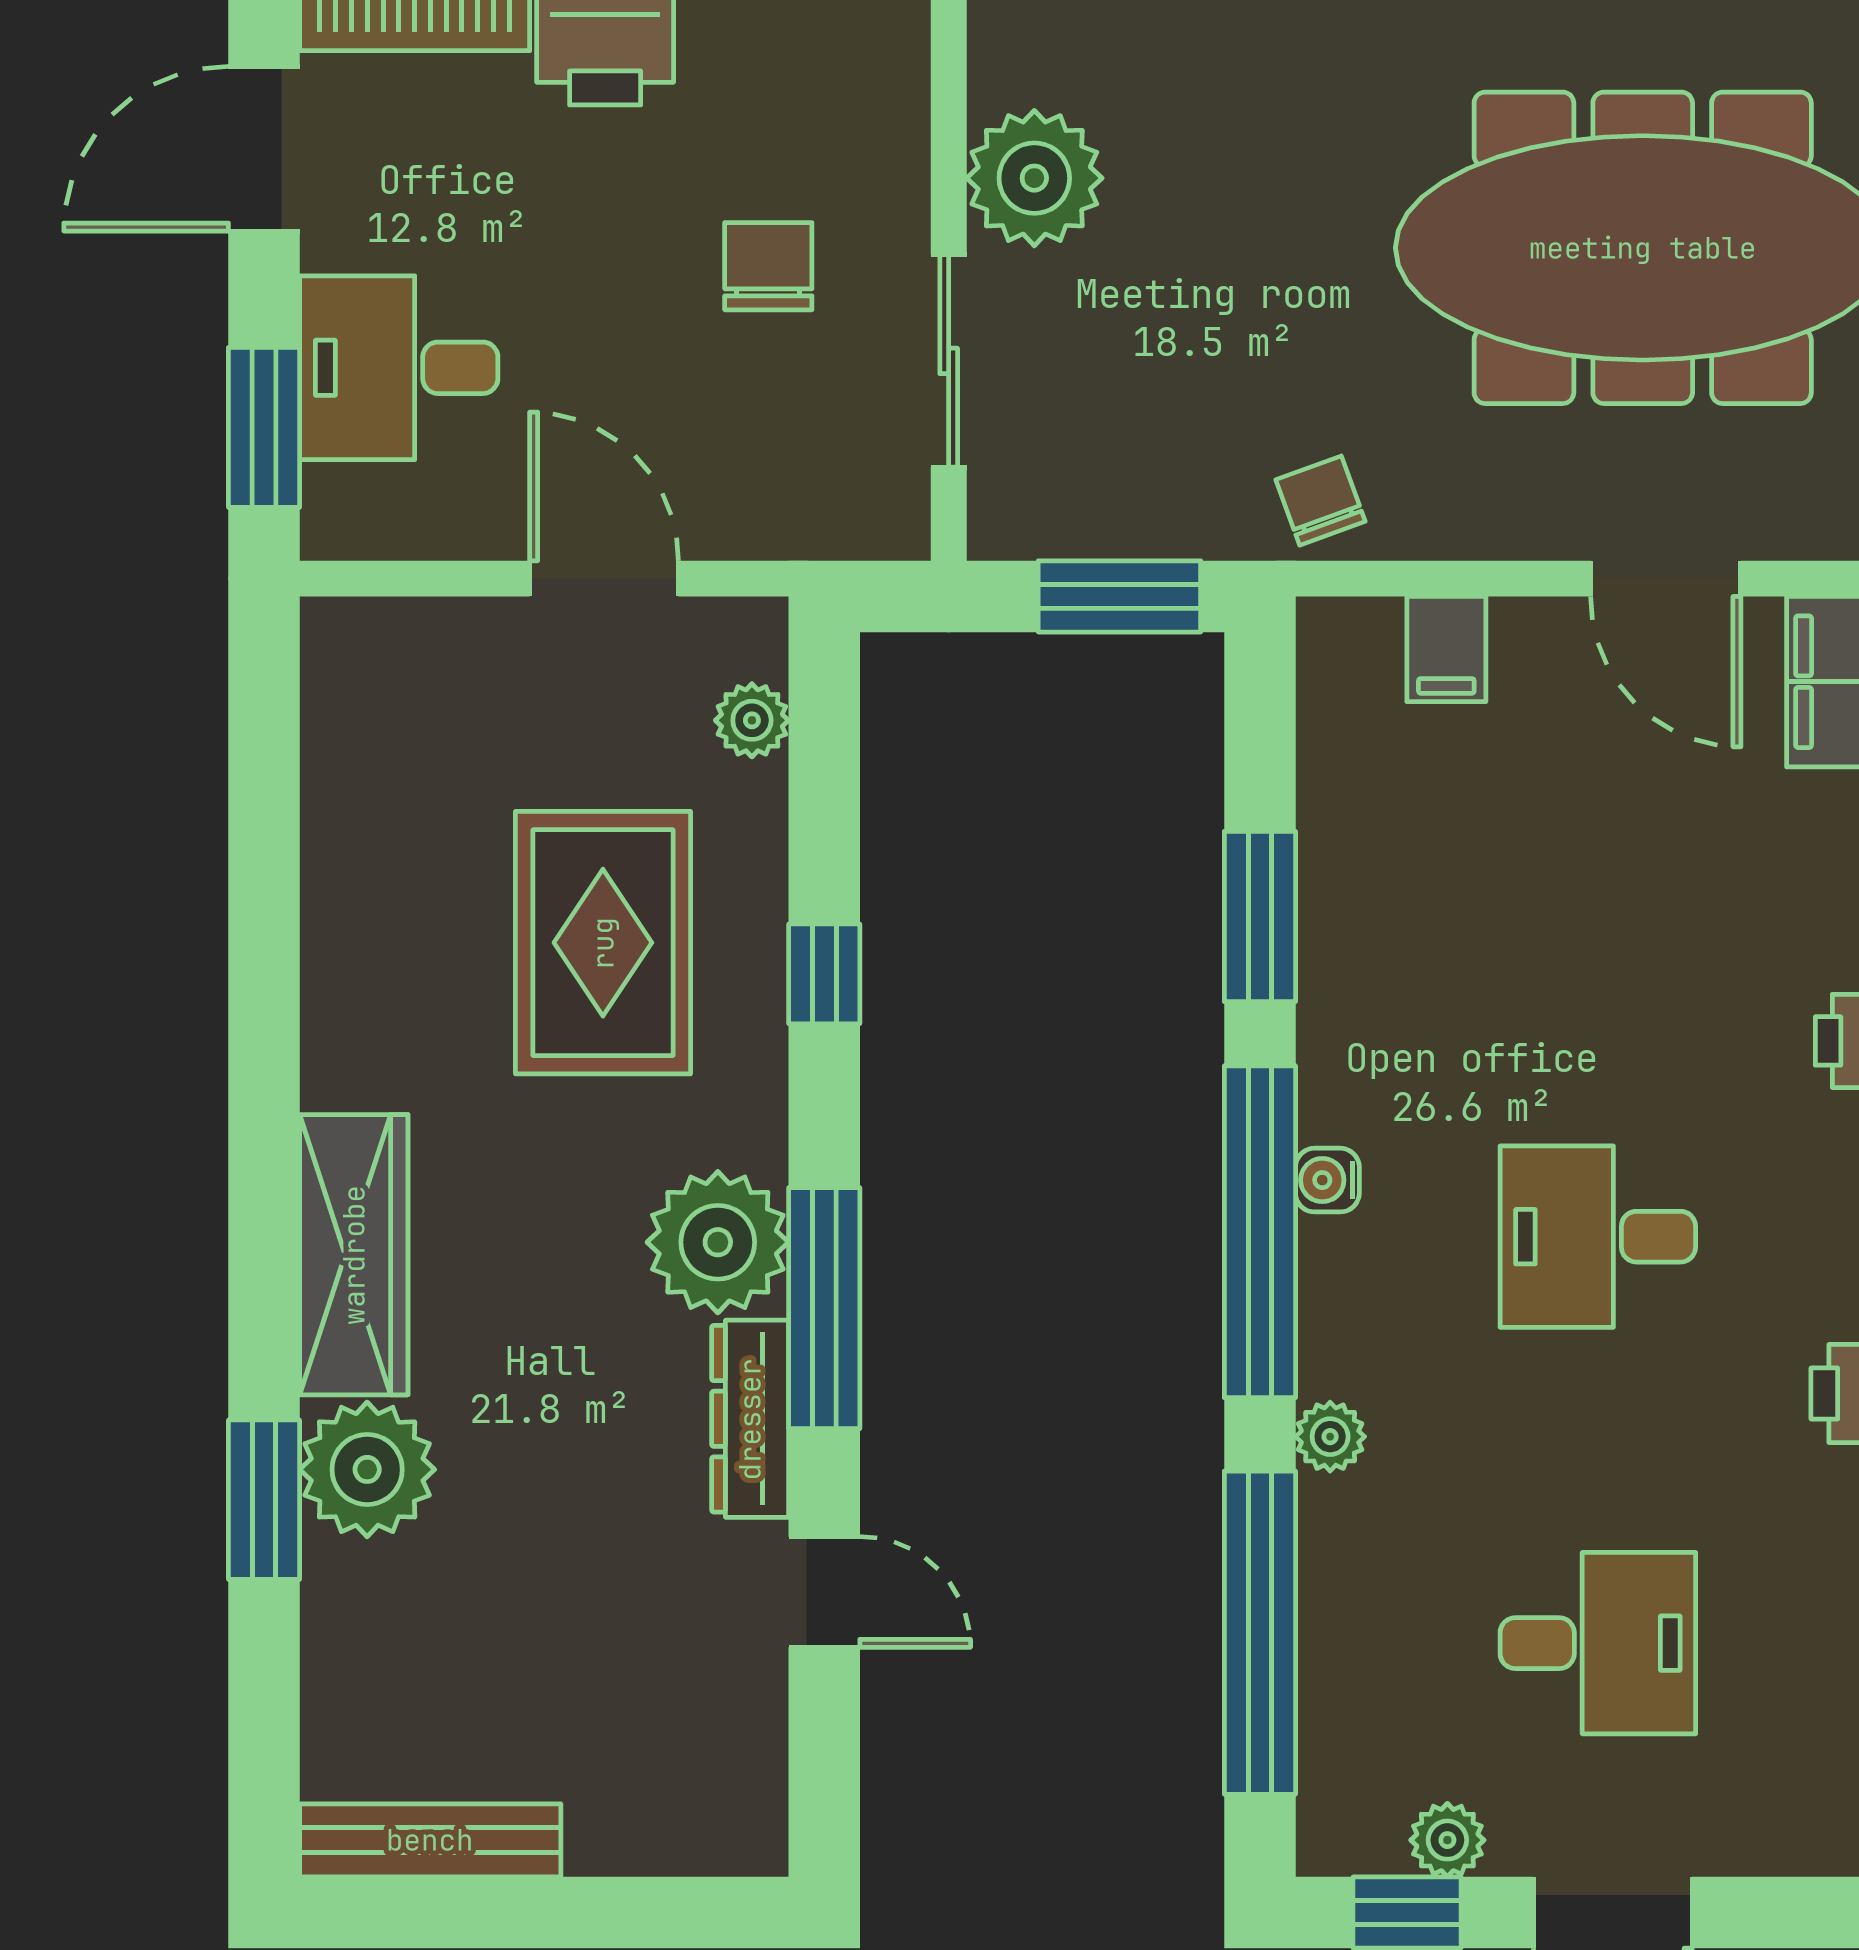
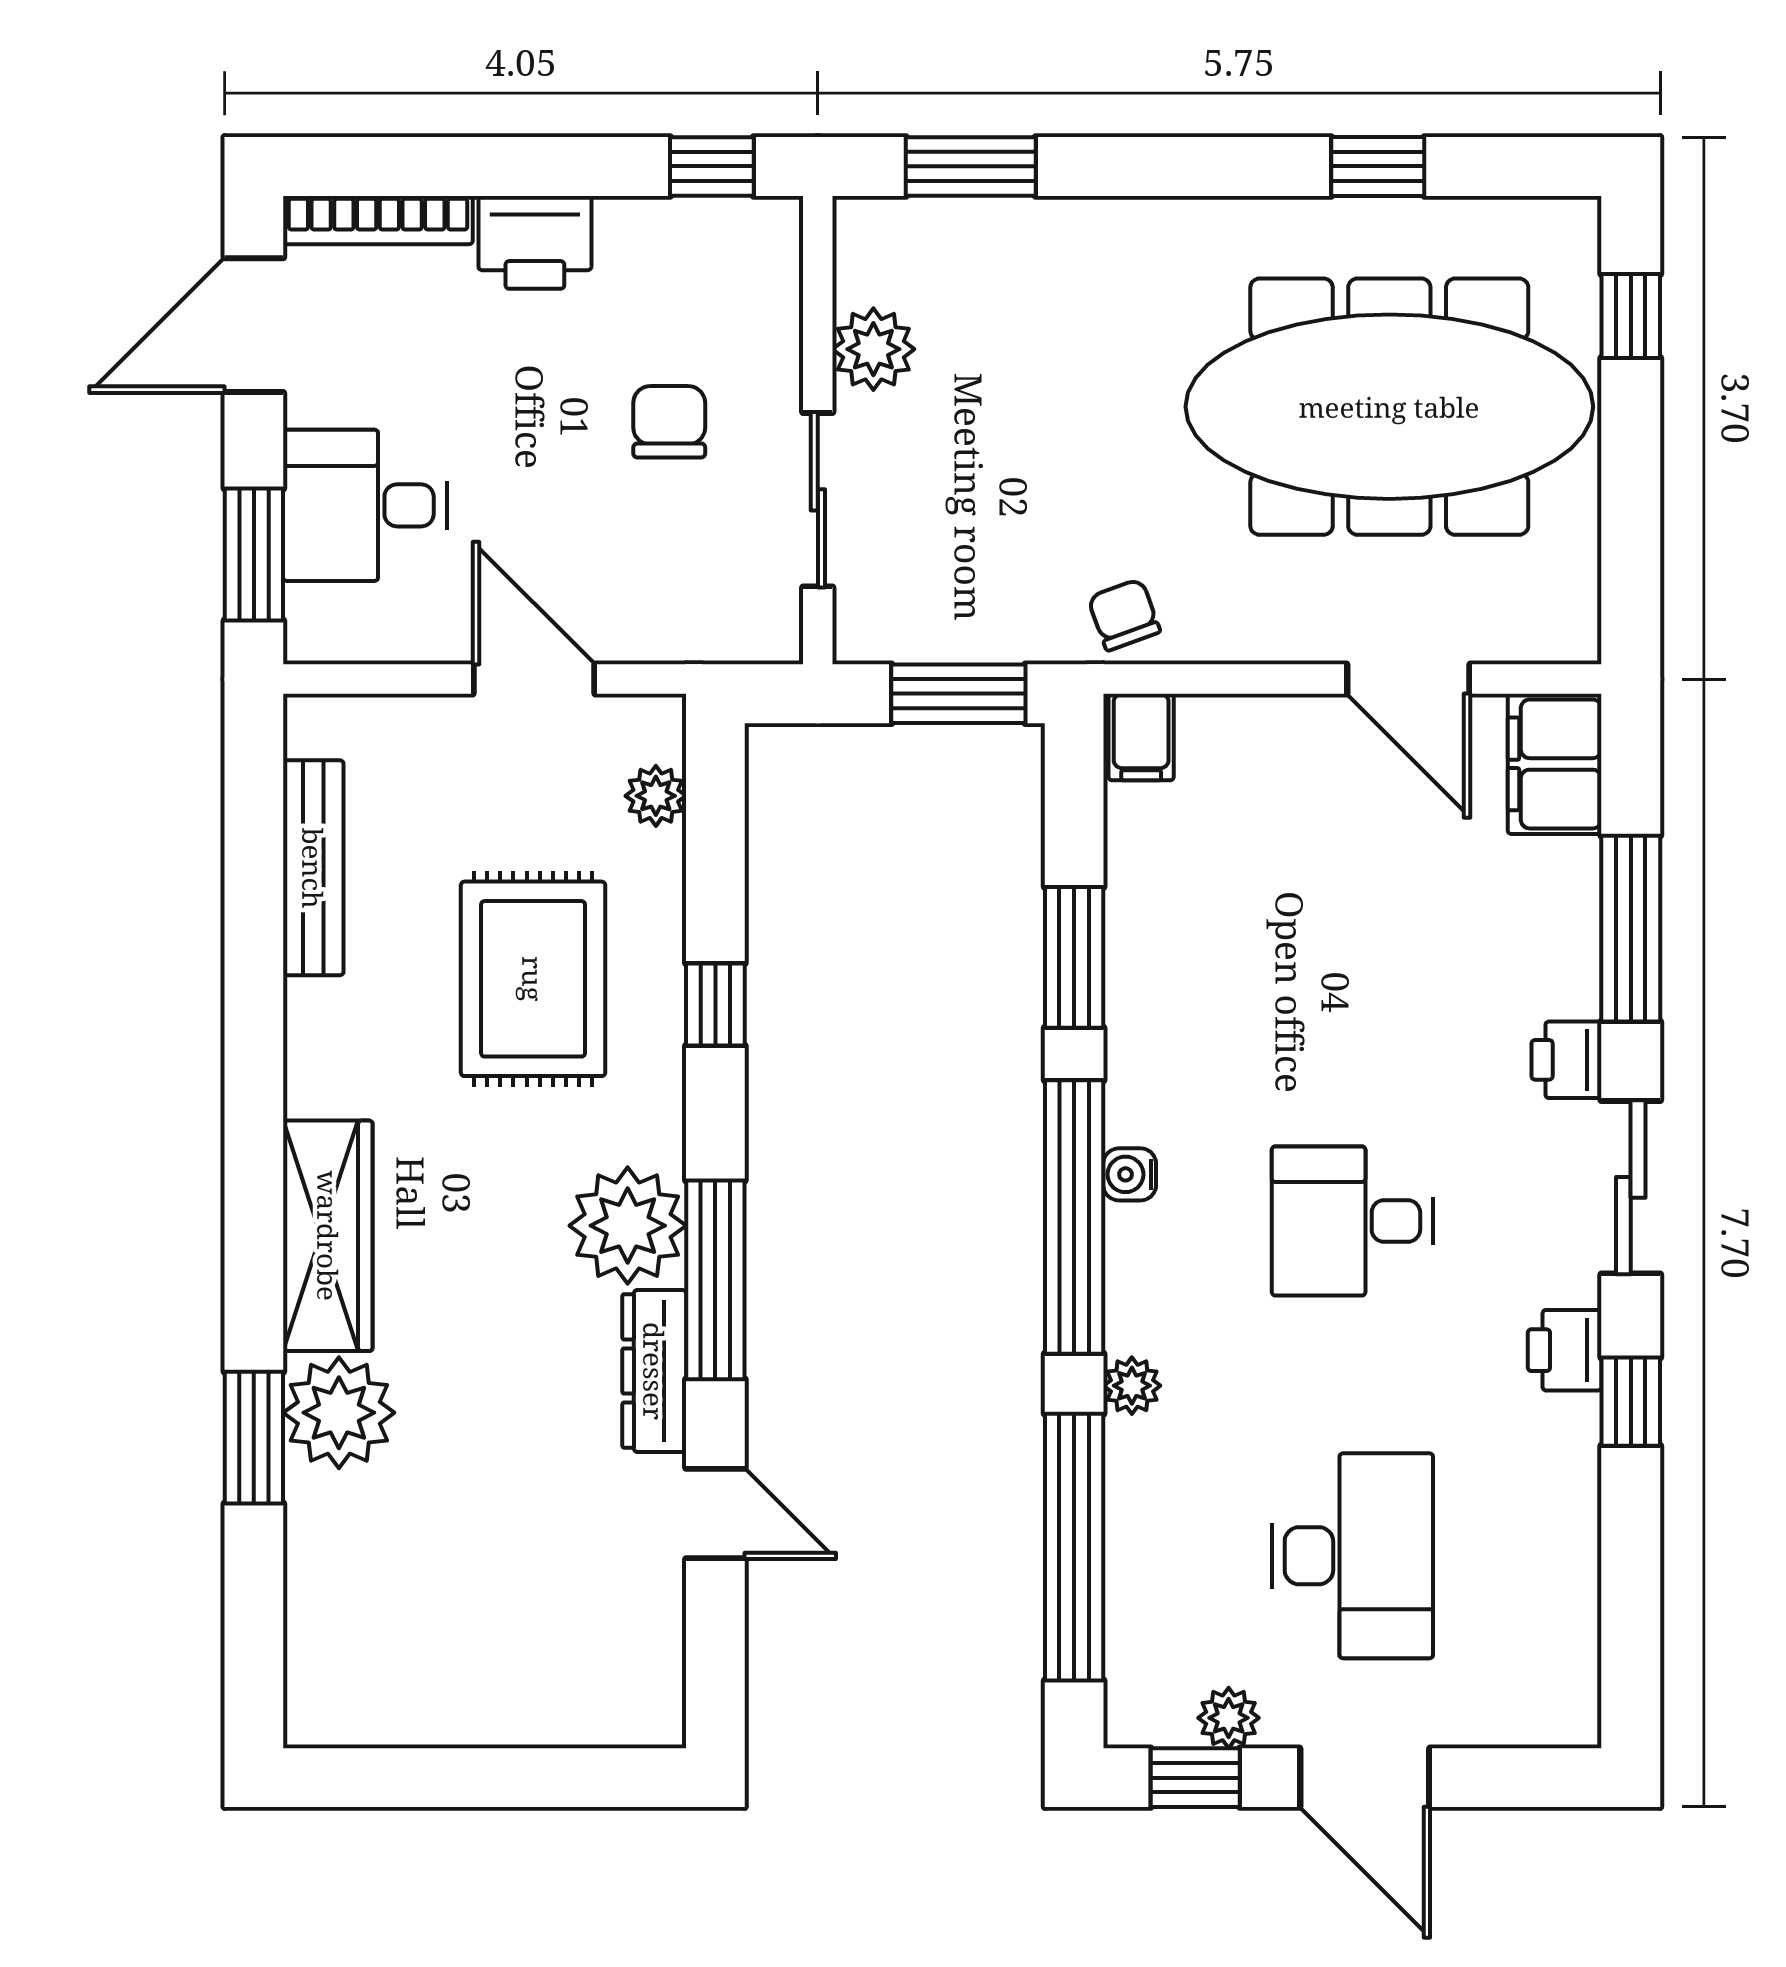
plant: (1034, 178) -> (873, 349), width x0.73, depth x0.73
filing cabinet: (1446, 649) -> (1141, 737), moved
desk: (1598, 1643) -> (1352, 1556), width x1.37
bench: (430, 1840) -> (313, 868), moved, turned 90

